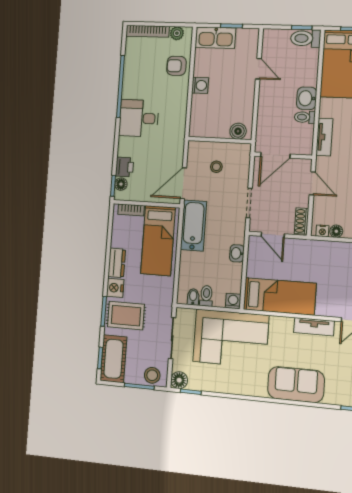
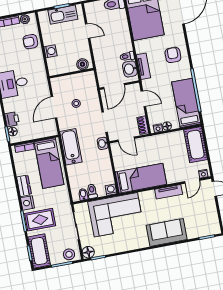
kitchen sink: (216, 38) -> (63, 15), moved
washbasin: (307, 98) -> (130, 69), moved
boiler: (238, 131) -> (82, 64), moved
wall: (220, 140) -> (72, 73), moved
door: (183, 183) -> (54, 107), moved
washbasin: (237, 253) -> (103, 143), moved

